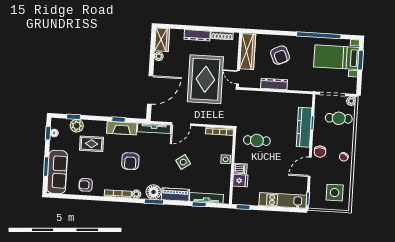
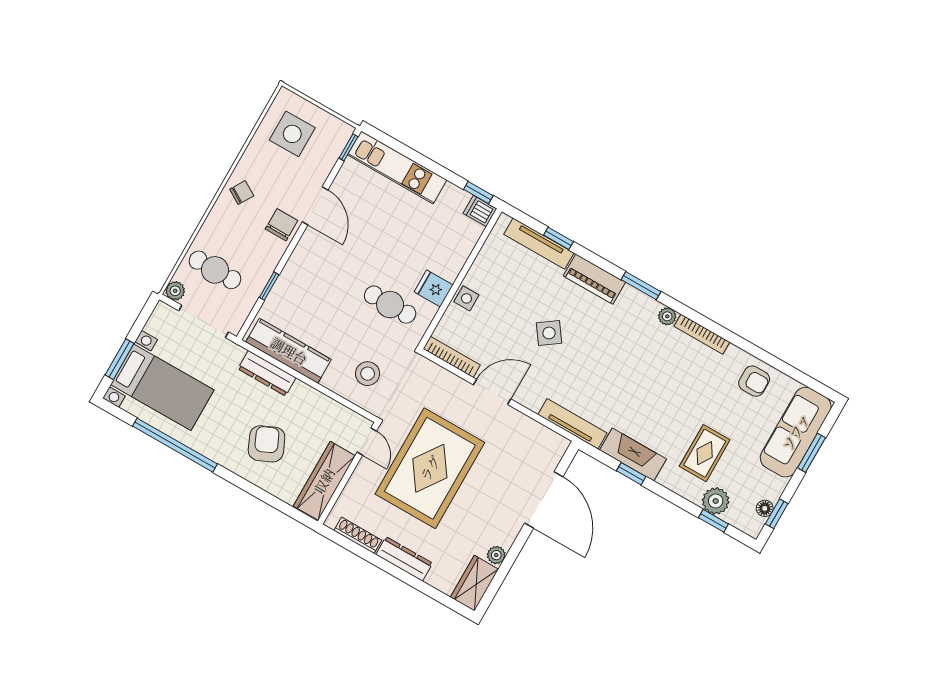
dresser: (274, 84) -> (267, 373), moved
door: (150, 90) -> (544, 500), swing flipped
stool: (252, 106) -> (368, 374), added
door: (181, 124) -> (492, 392), moved
kitchen counter: (304, 127) -> (289, 351), moved, turned -90
rug: (92, 144) -> (705, 453), turned 90
armchair: (130, 161) -> (648, 384), removed
door: (310, 167) -> (315, 206), hinge flipped
dishwasher: (240, 169) -> (480, 211), moved
fridge: (240, 181) -> (434, 288), moved
floor lamp: (154, 192) -> (633, 304), removed

